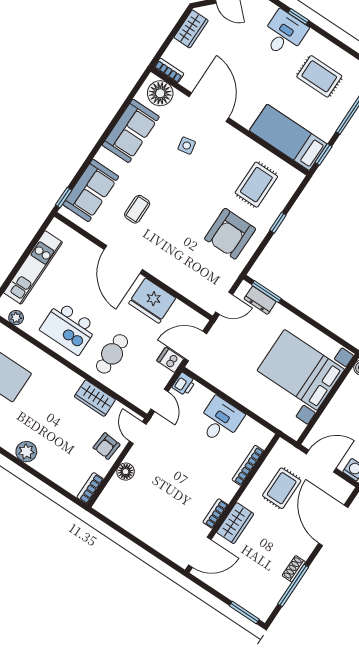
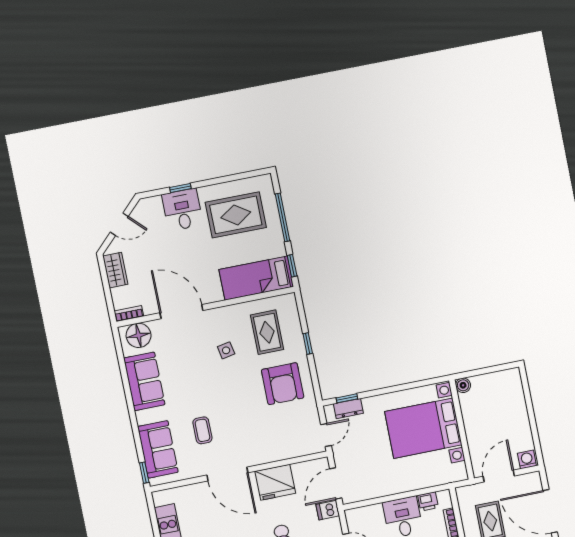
rug: (319, 76) -> (236, 215), width x1.36, depth x1.43
side table: (187, 146) -> (226, 350), moved
window: (266, 292) -> (347, 398), width x0.67
printer: (184, 384) -> (428, 501), moved, turned 90

